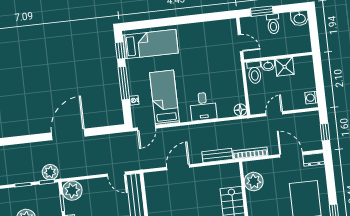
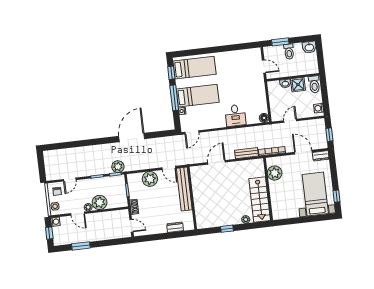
toilet: (254, 72) -> (314, 84), moved
bed: (164, 98) -> (198, 96), moved, turned 90
plant: (72, 191) -> (150, 179), moved

